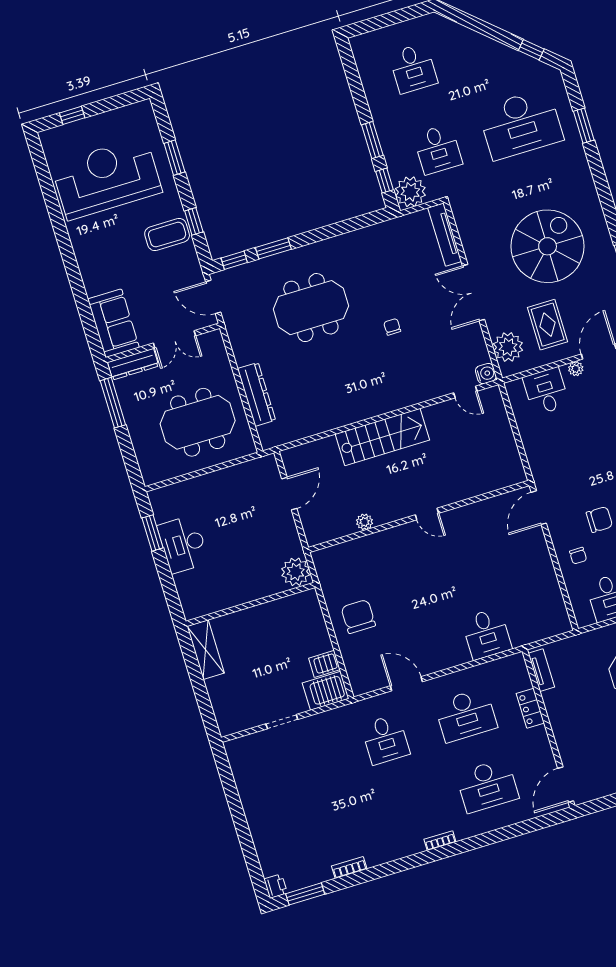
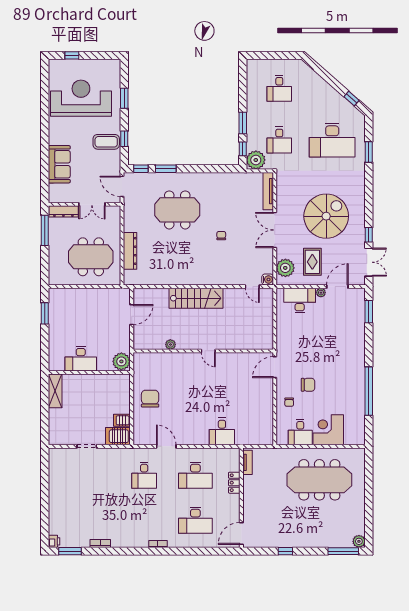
sofa: (113, 323) -> (59, 164), moved
desk: (546, 391) -> (300, 300), width x1.37
desk: (183, 544) -> (81, 359), moved, turned -90

